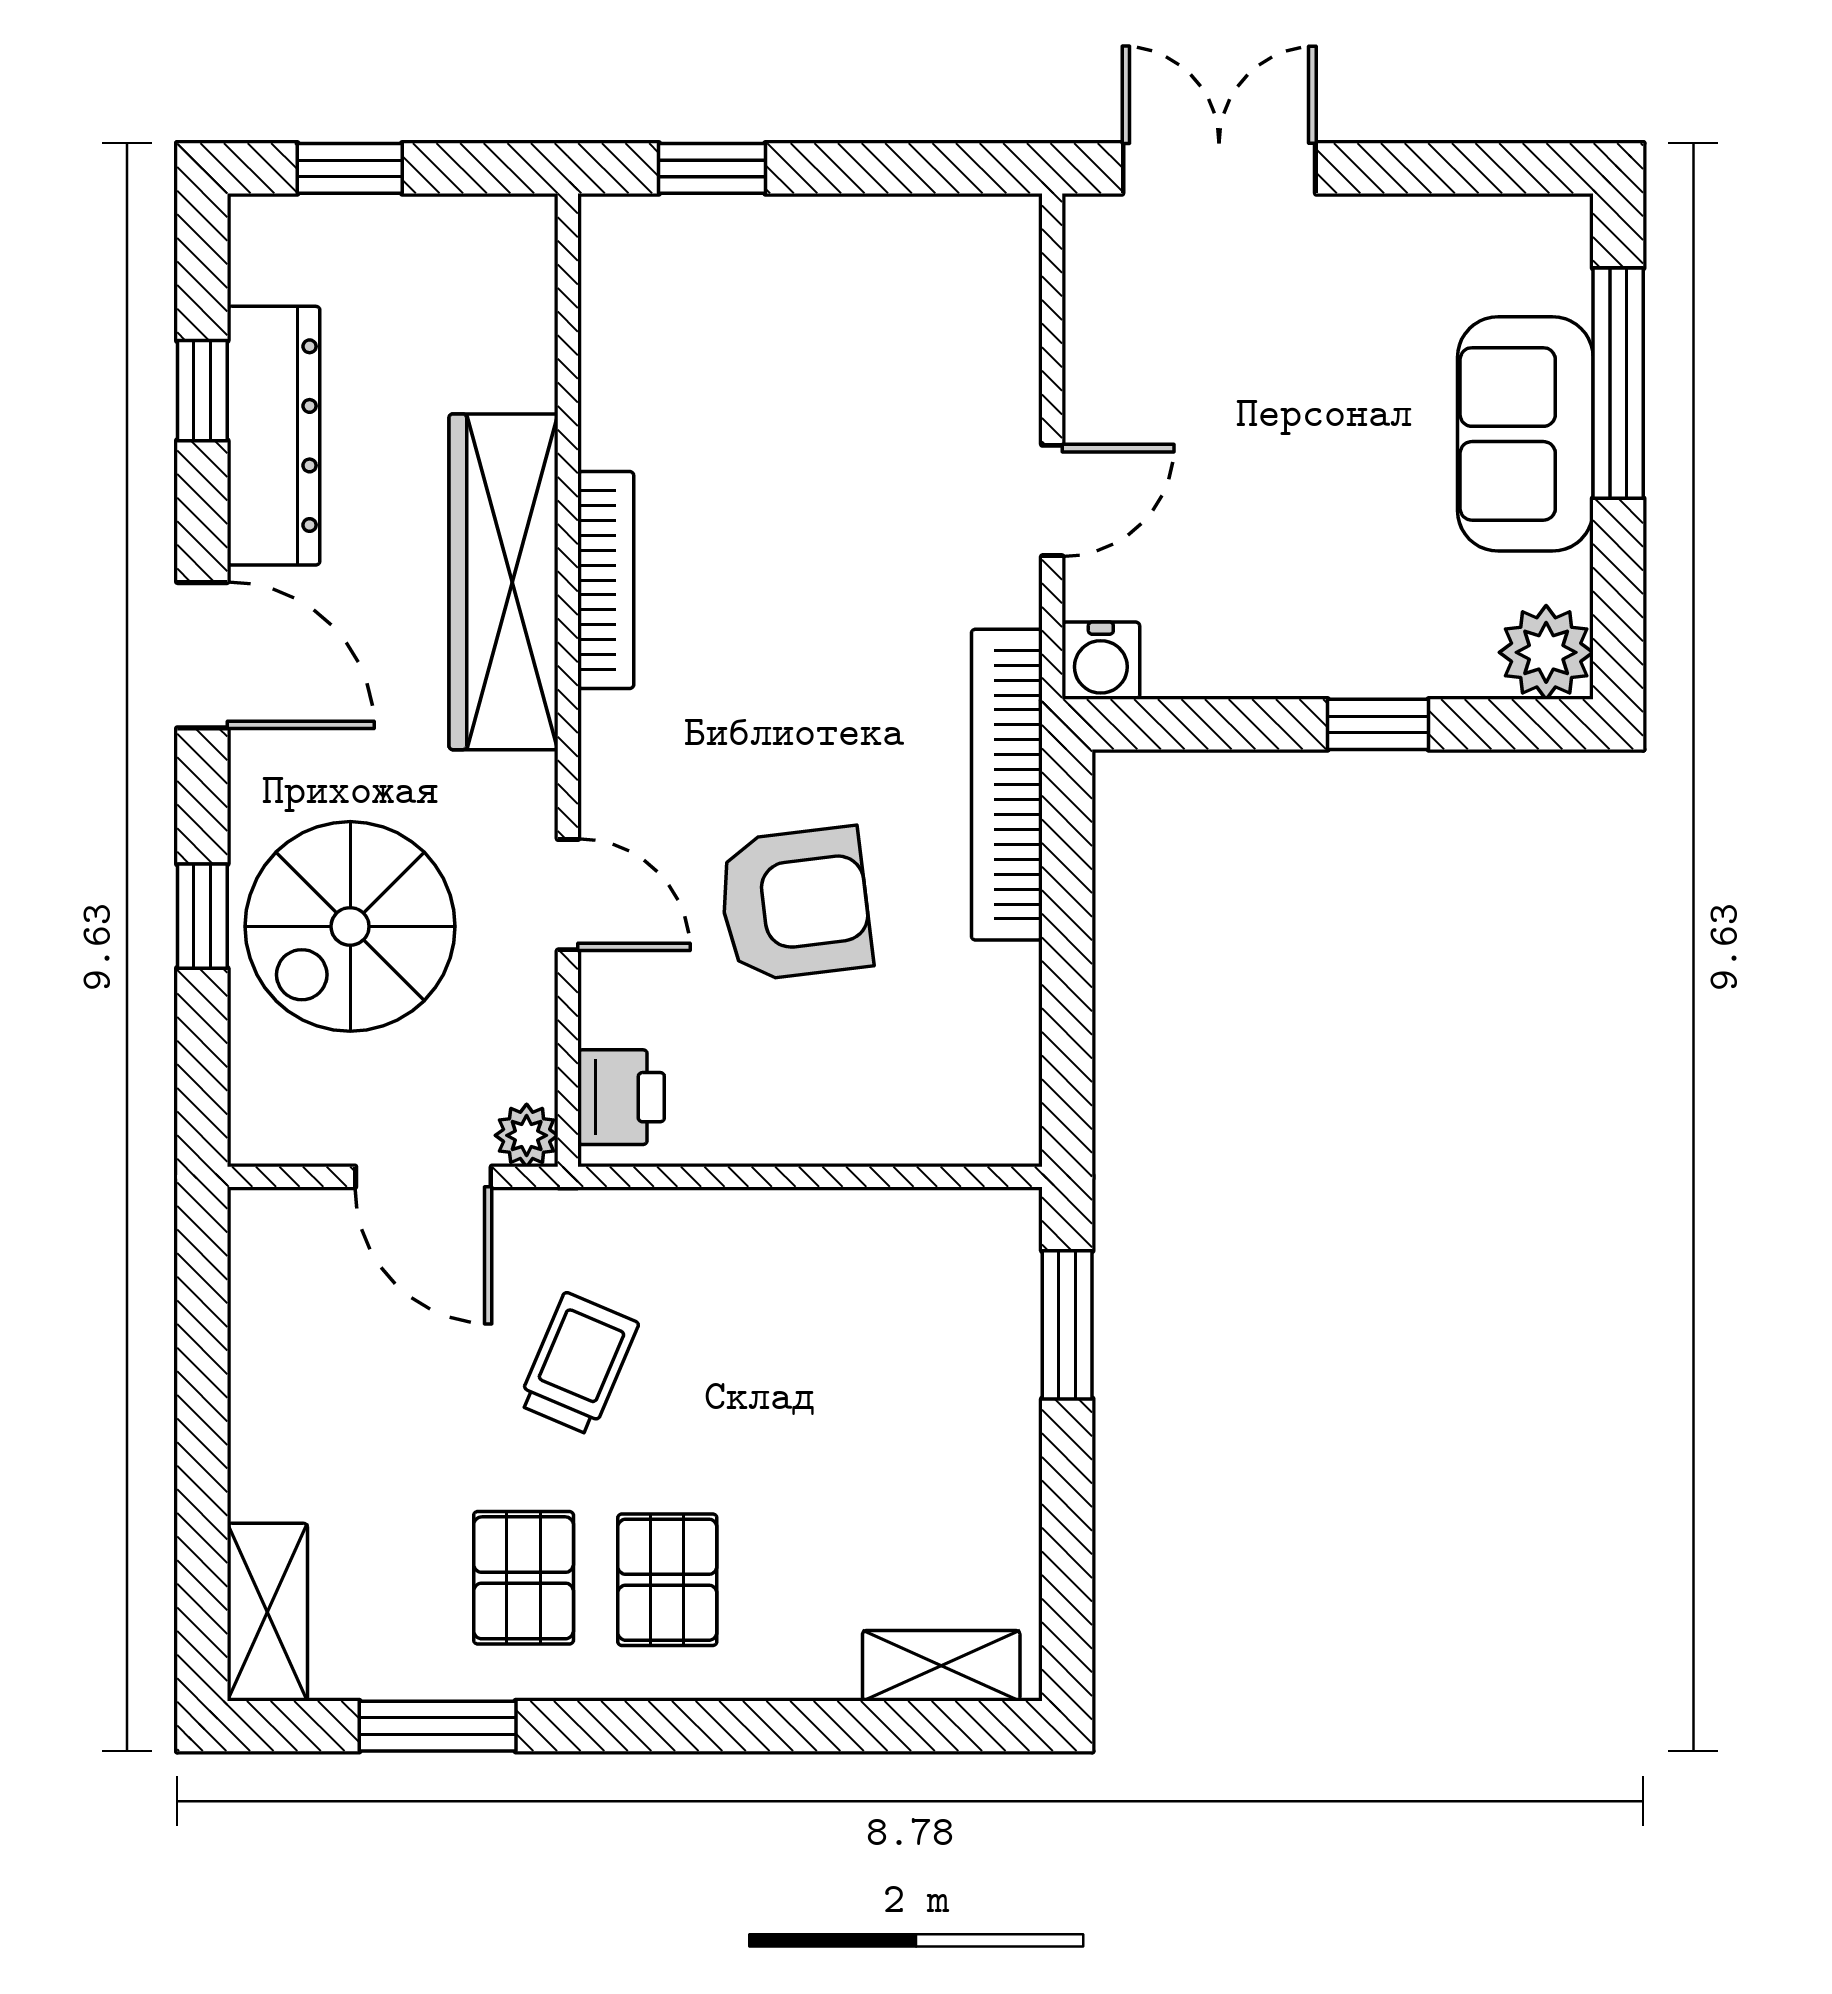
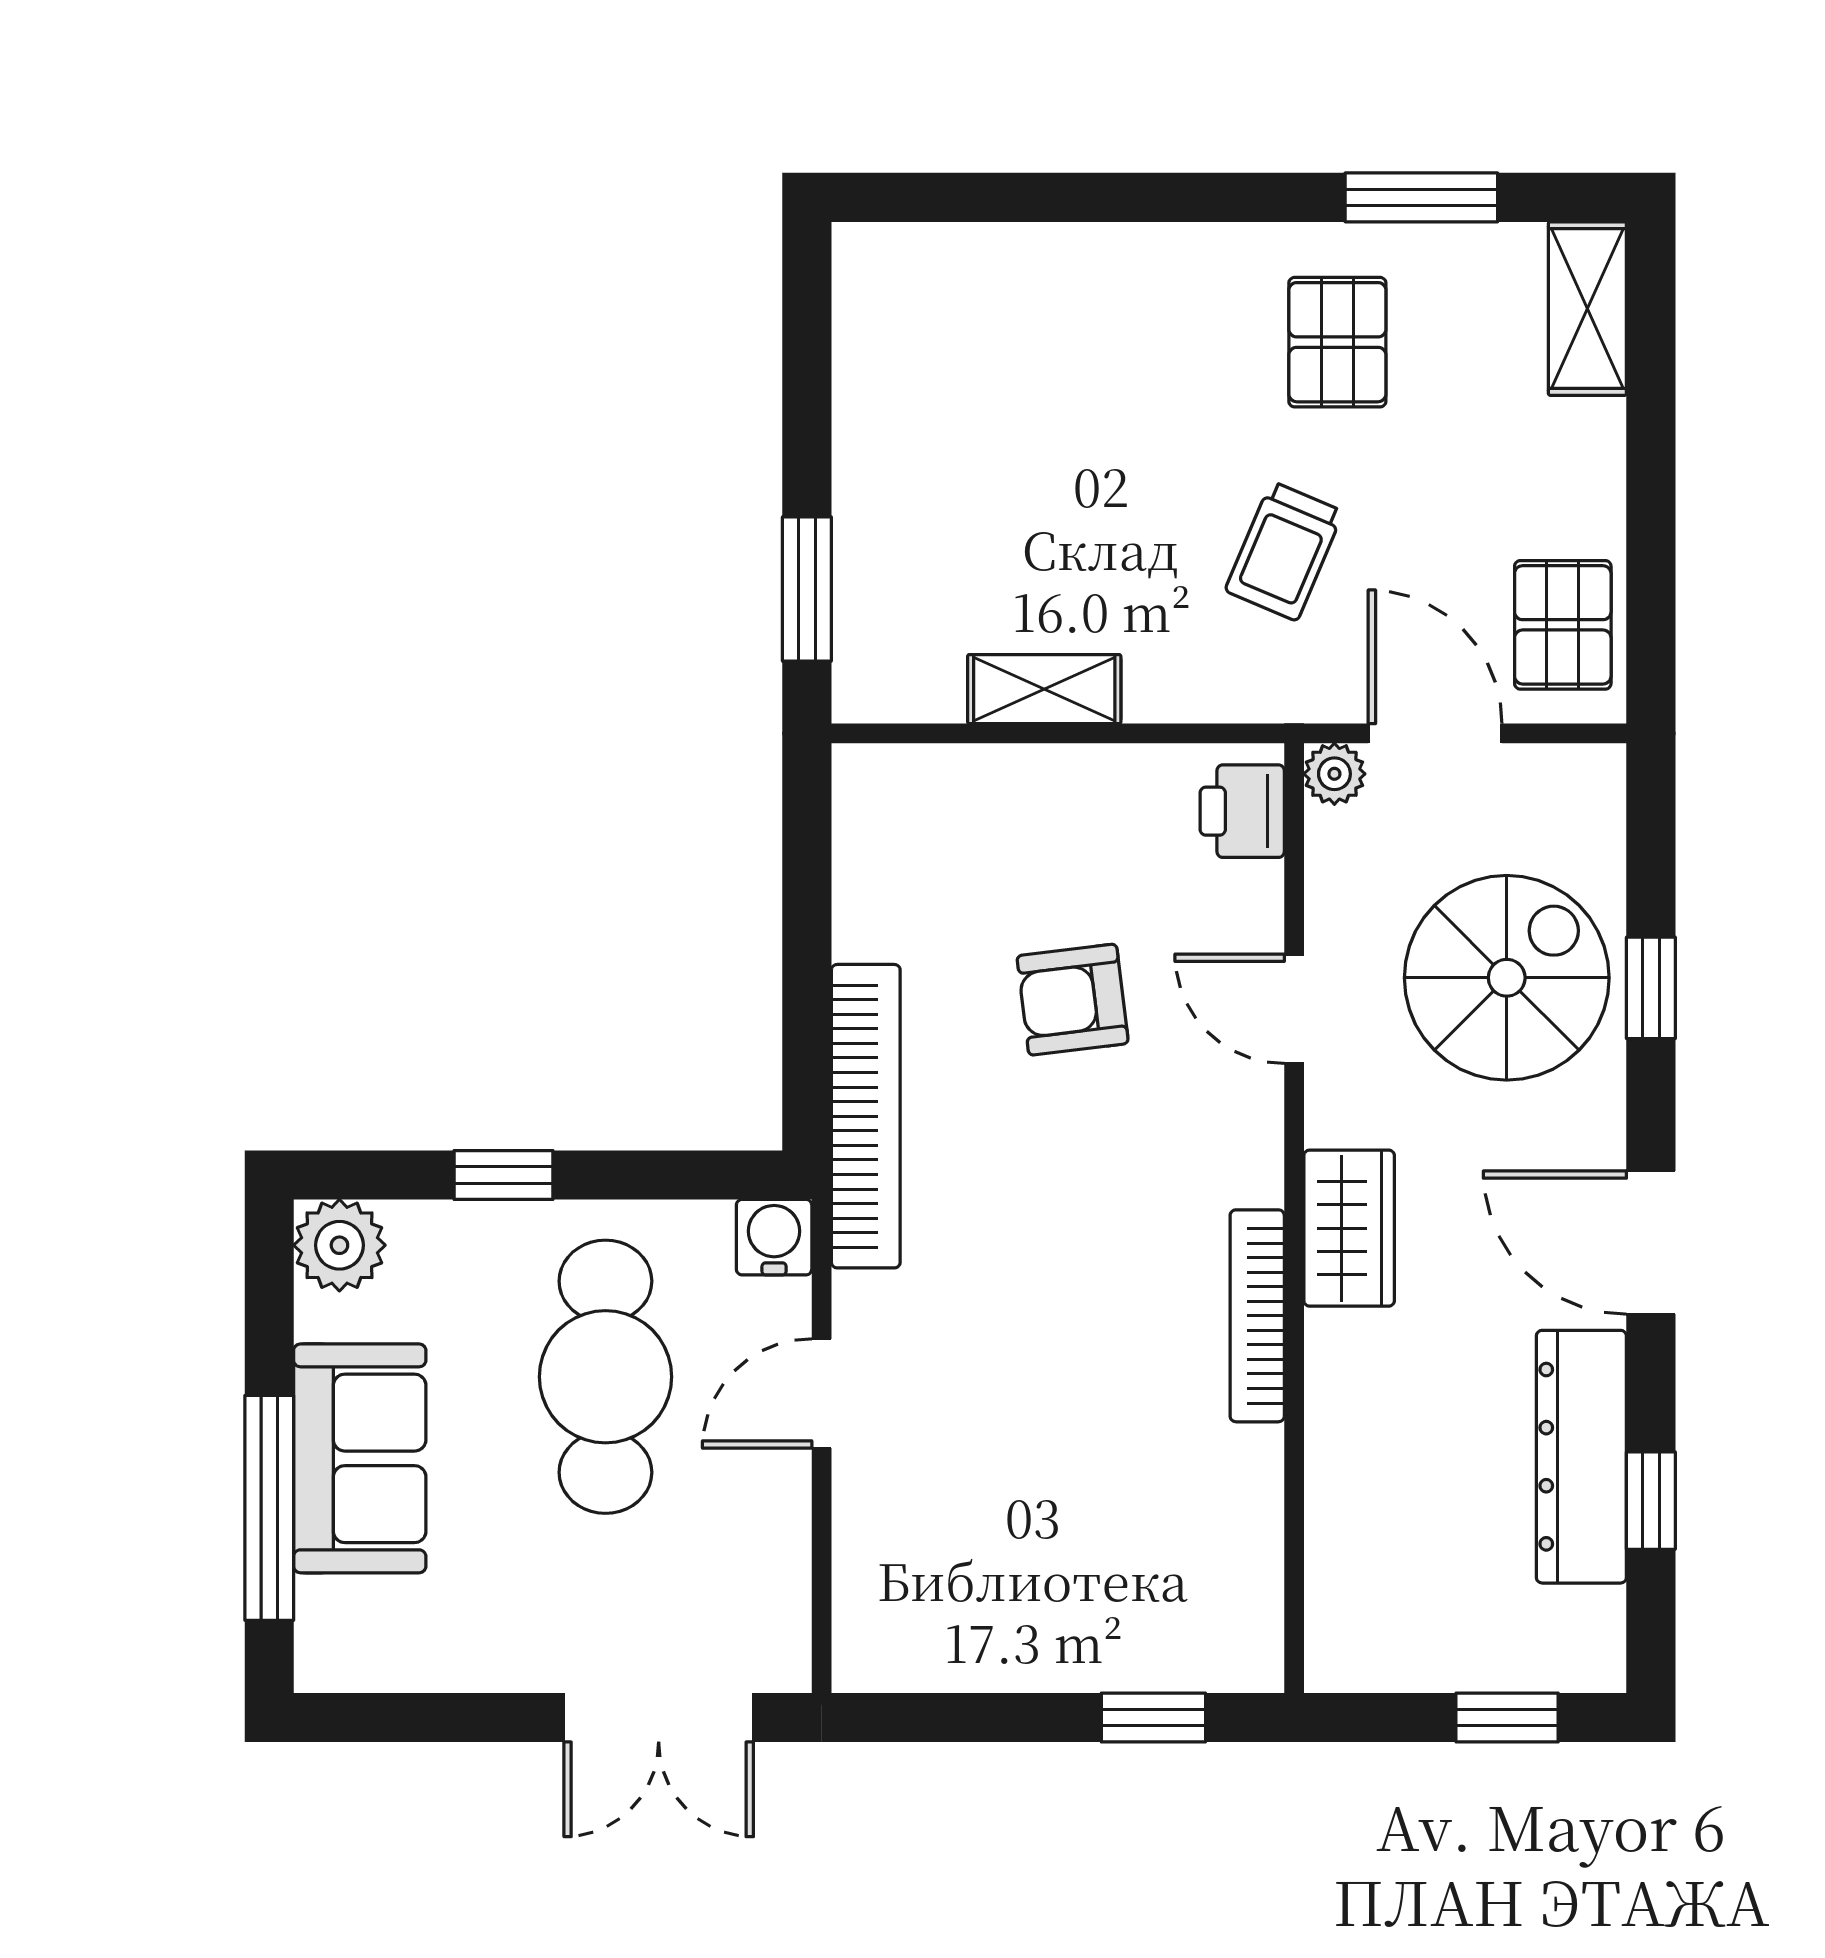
cafe table: (1274, 518) -> (605, 1377), added
wardrobe: (504, 582) -> (1349, 1228), width x0.48, depth x0.85
armchair: (795, 904) -> (1073, 1000), width x0.72, depth x0.72
pallet: (667, 1580) -> (1563, 625), moved
shelving: (941, 1666) -> (1044, 689), moved

